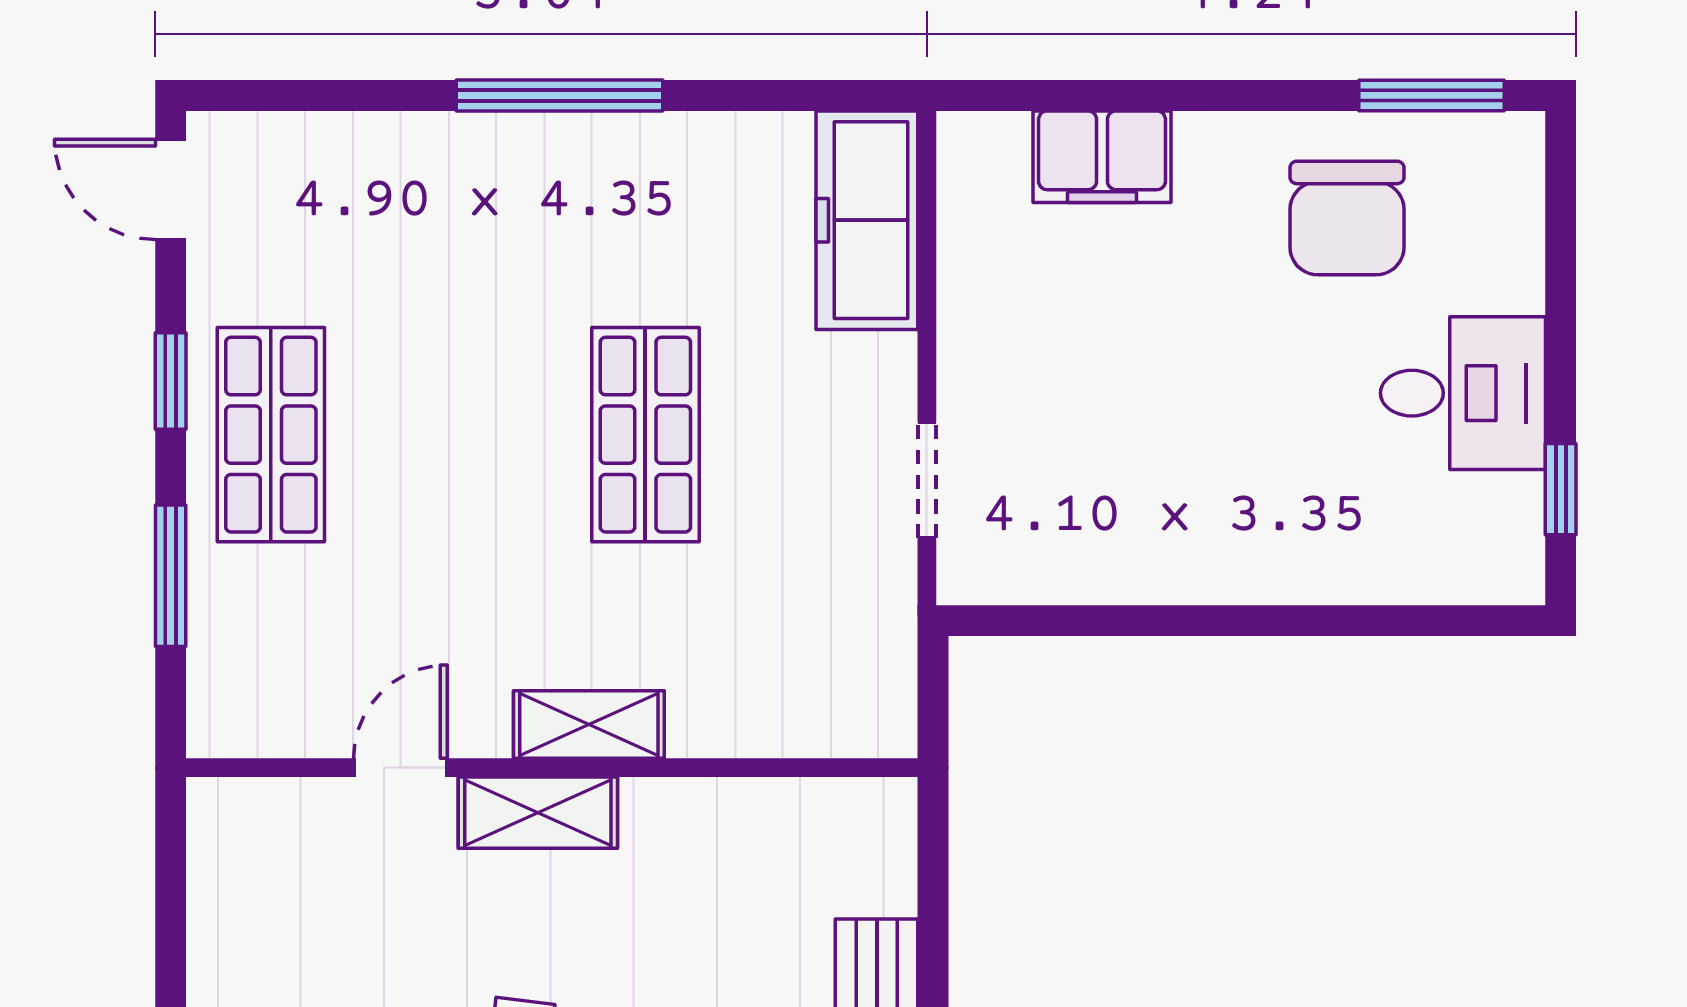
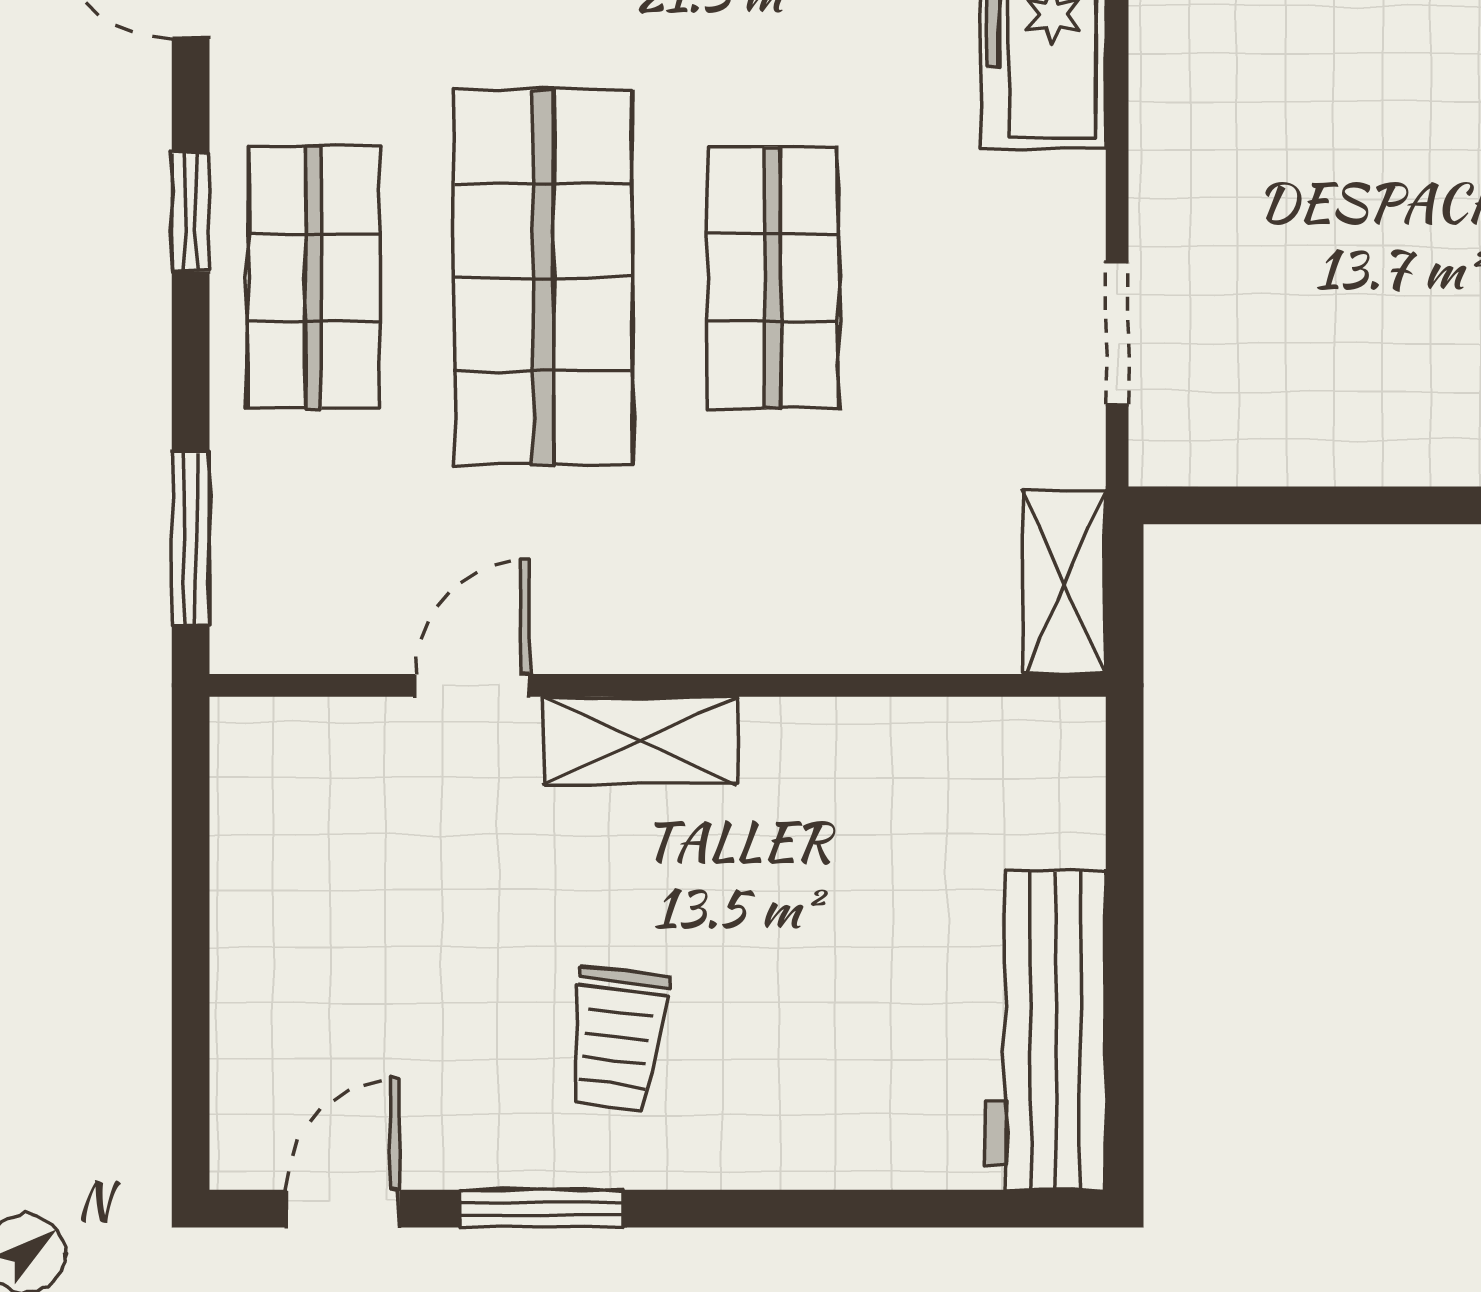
shop shelf: (458, 435) -> (543, 277), added
window: (171, 576) -> (191, 539), moved
shelving: (589, 725) -> (1064, 582), moved, turned 90

